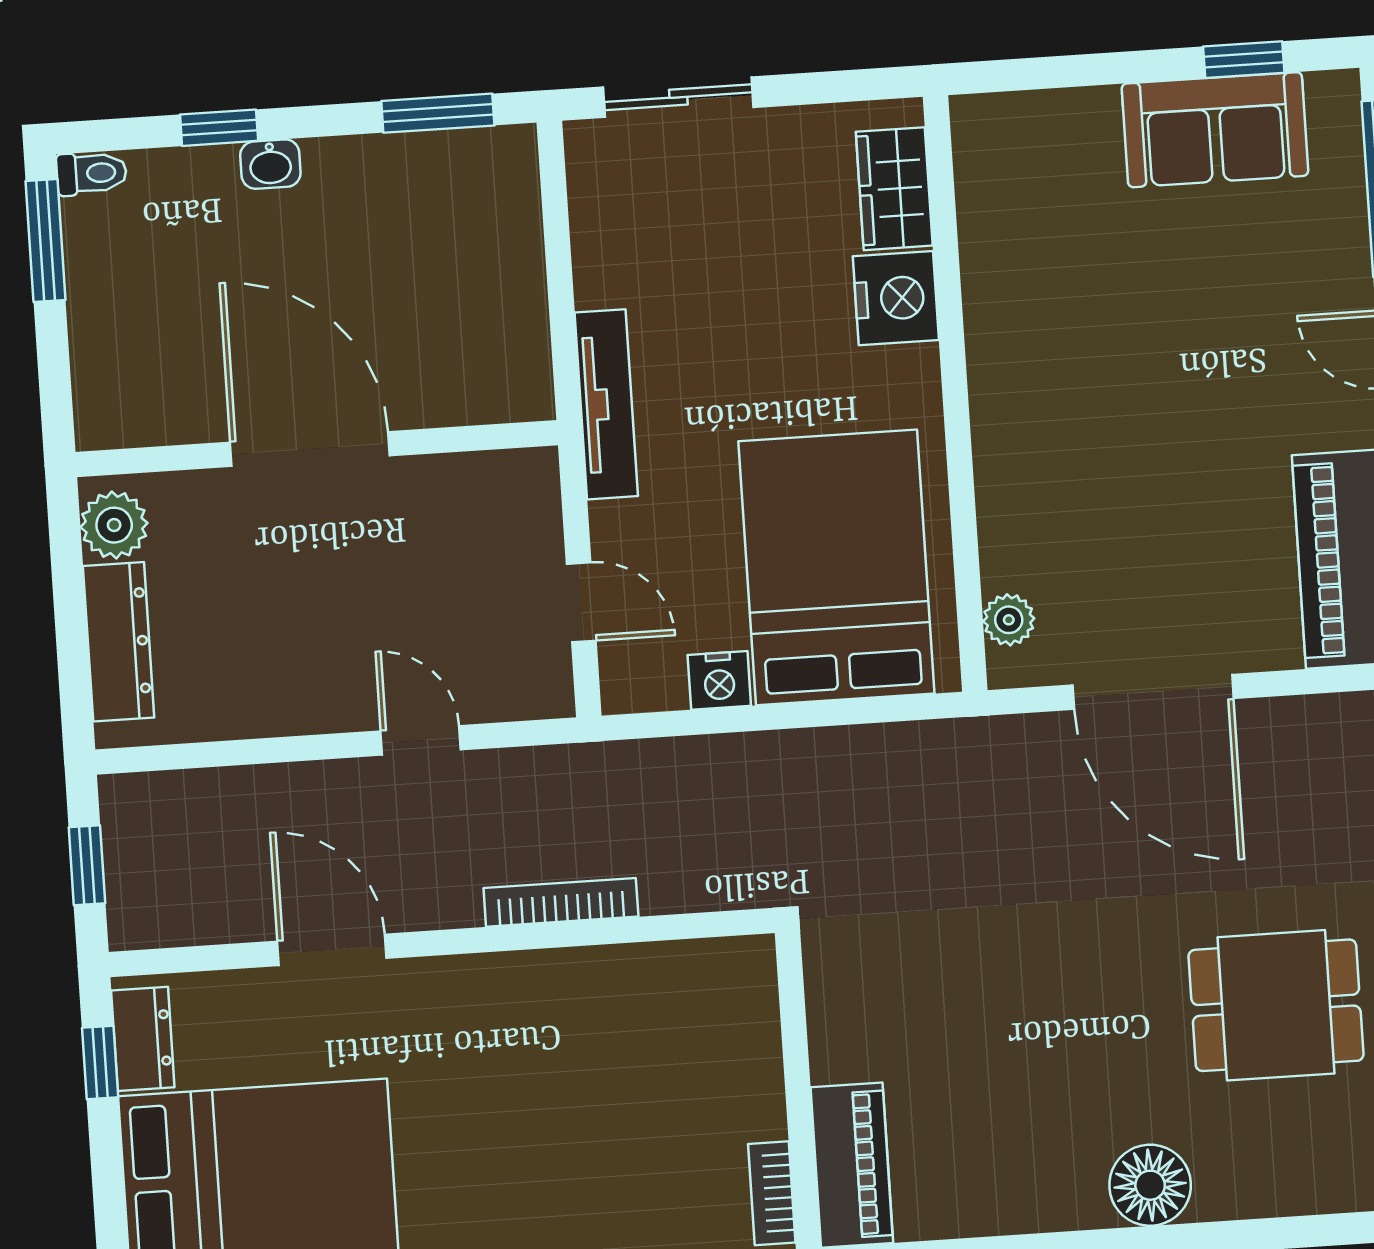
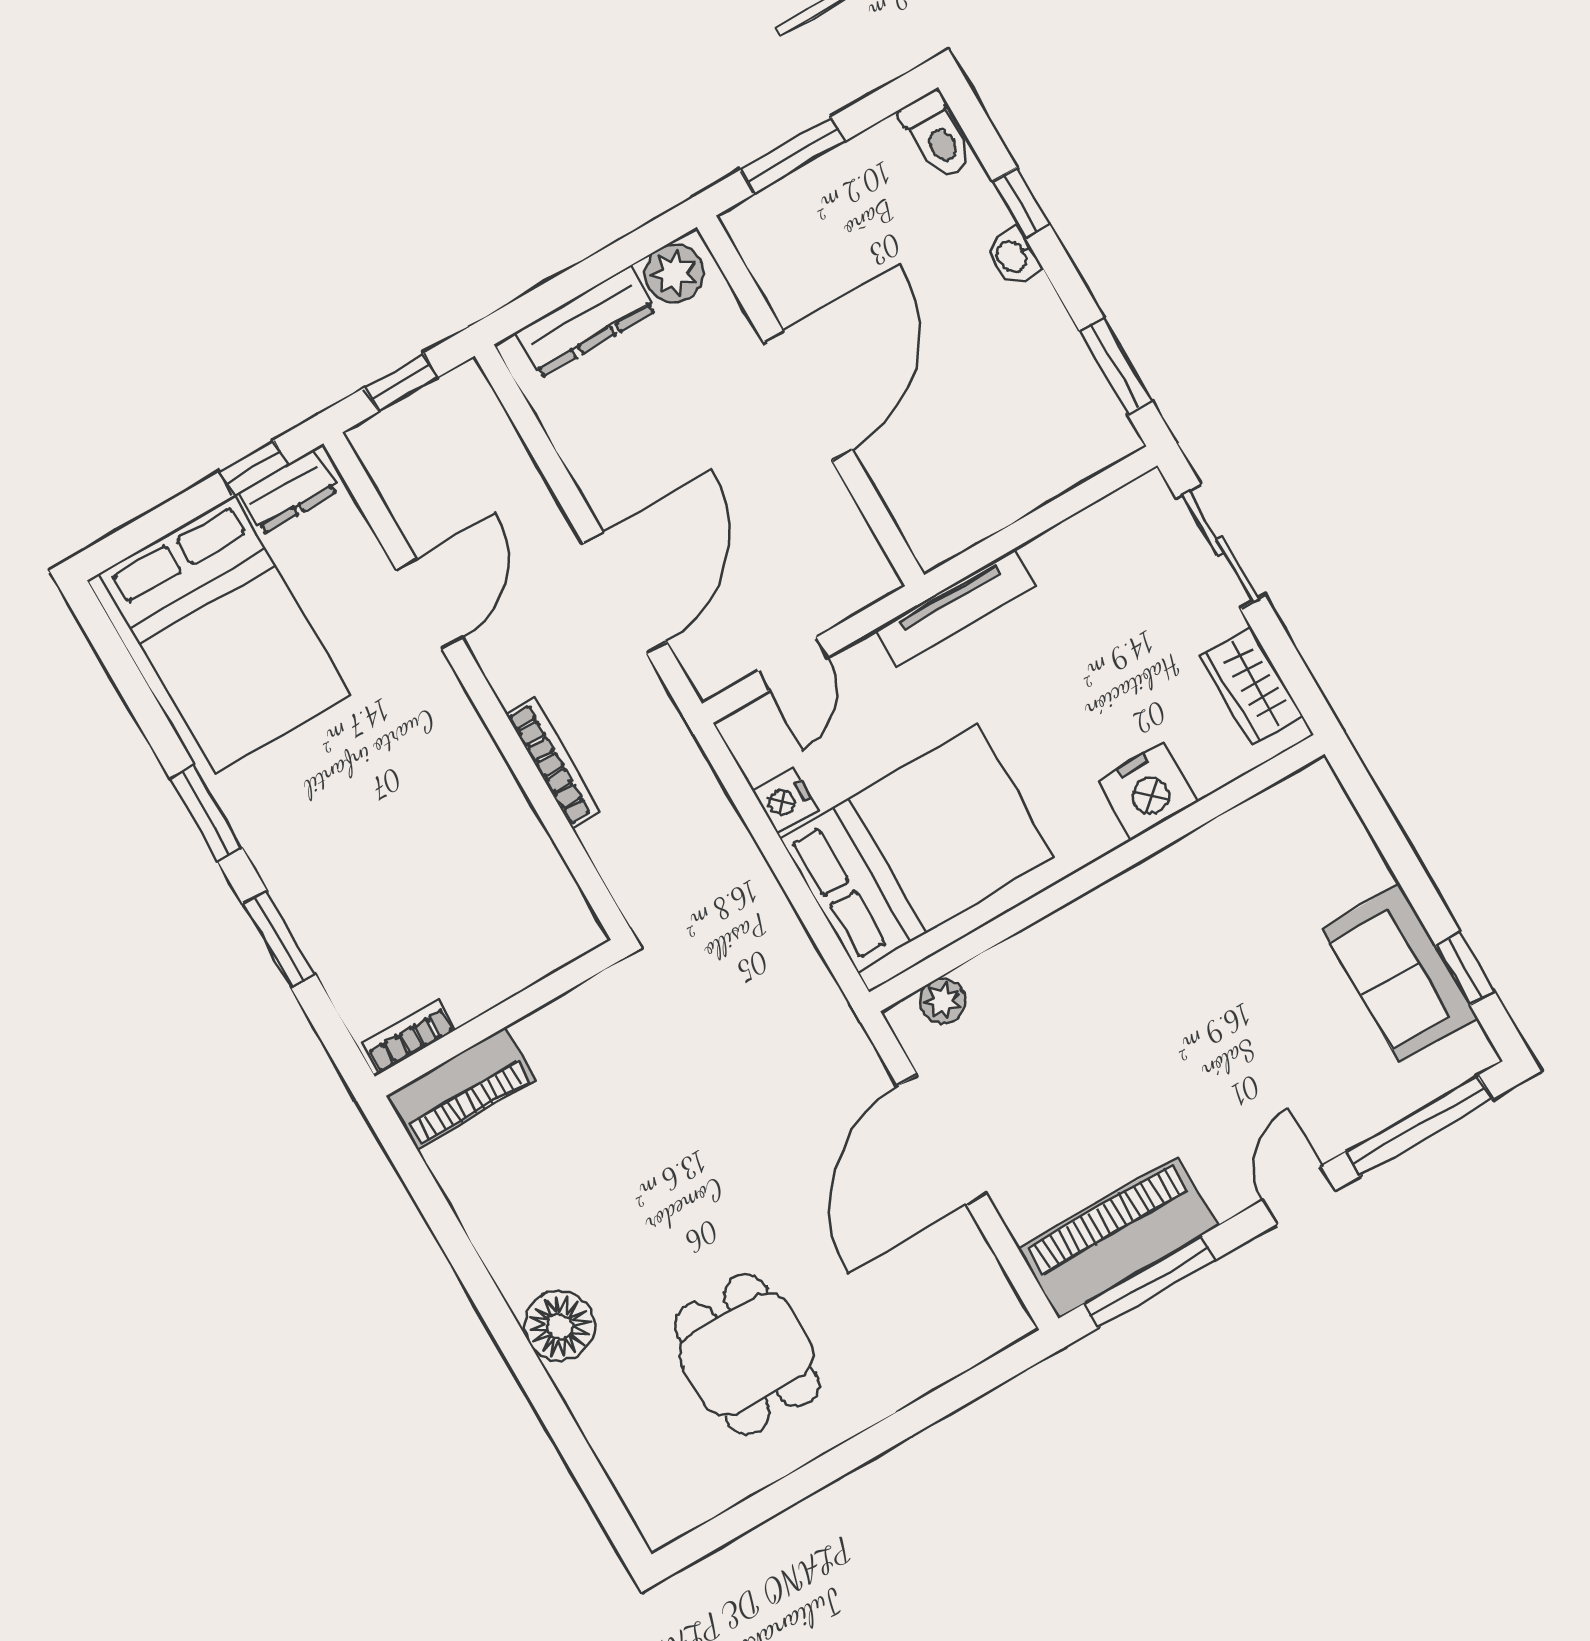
toilet: (92, 173) -> (937, 135), width x1.37, depth x1.39
wardrobe: (894, 189) -> (1251, 686), moved, turned -90
window: (45, 240) -> (793, 155), moved
door: (421, 740) -> (625, 593), width x1.88

